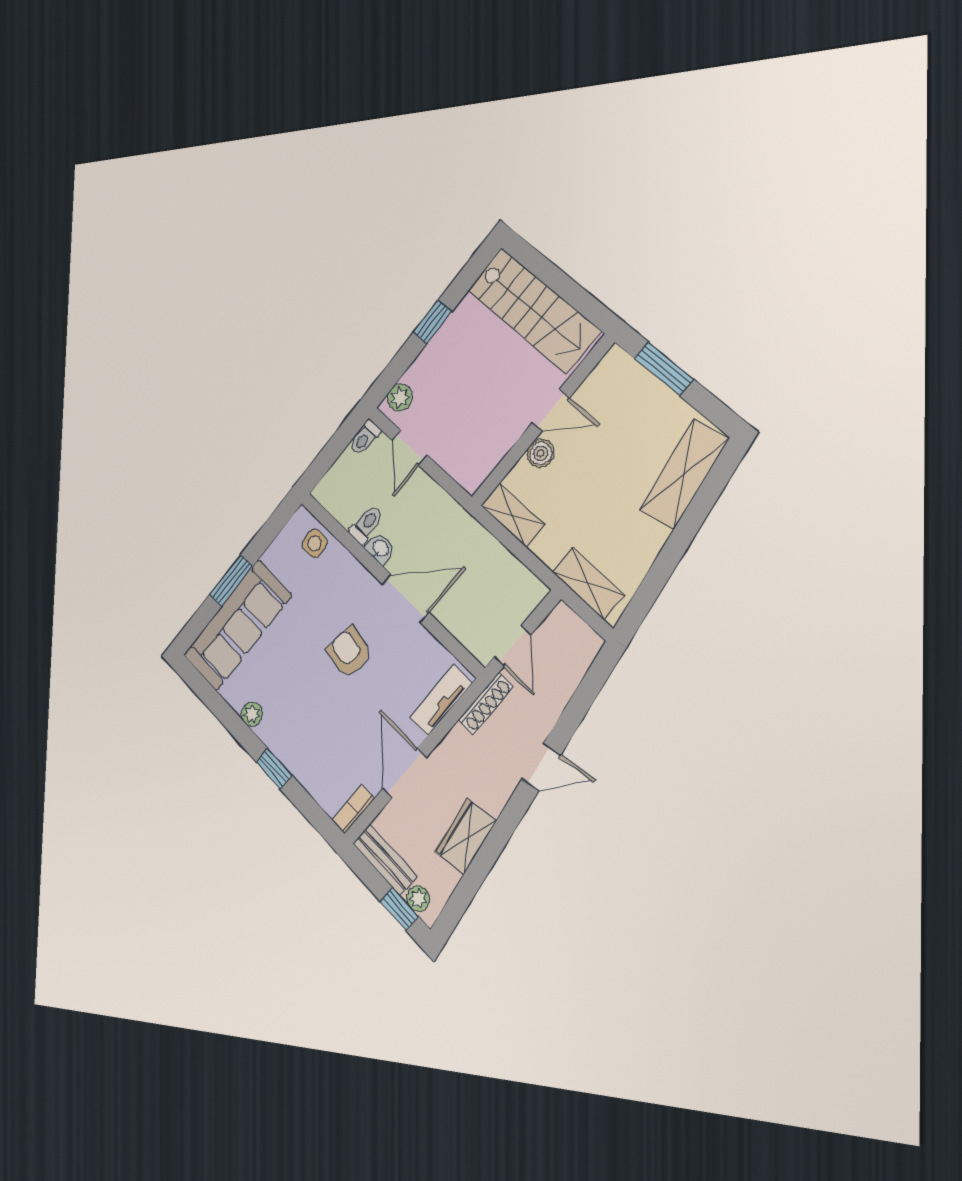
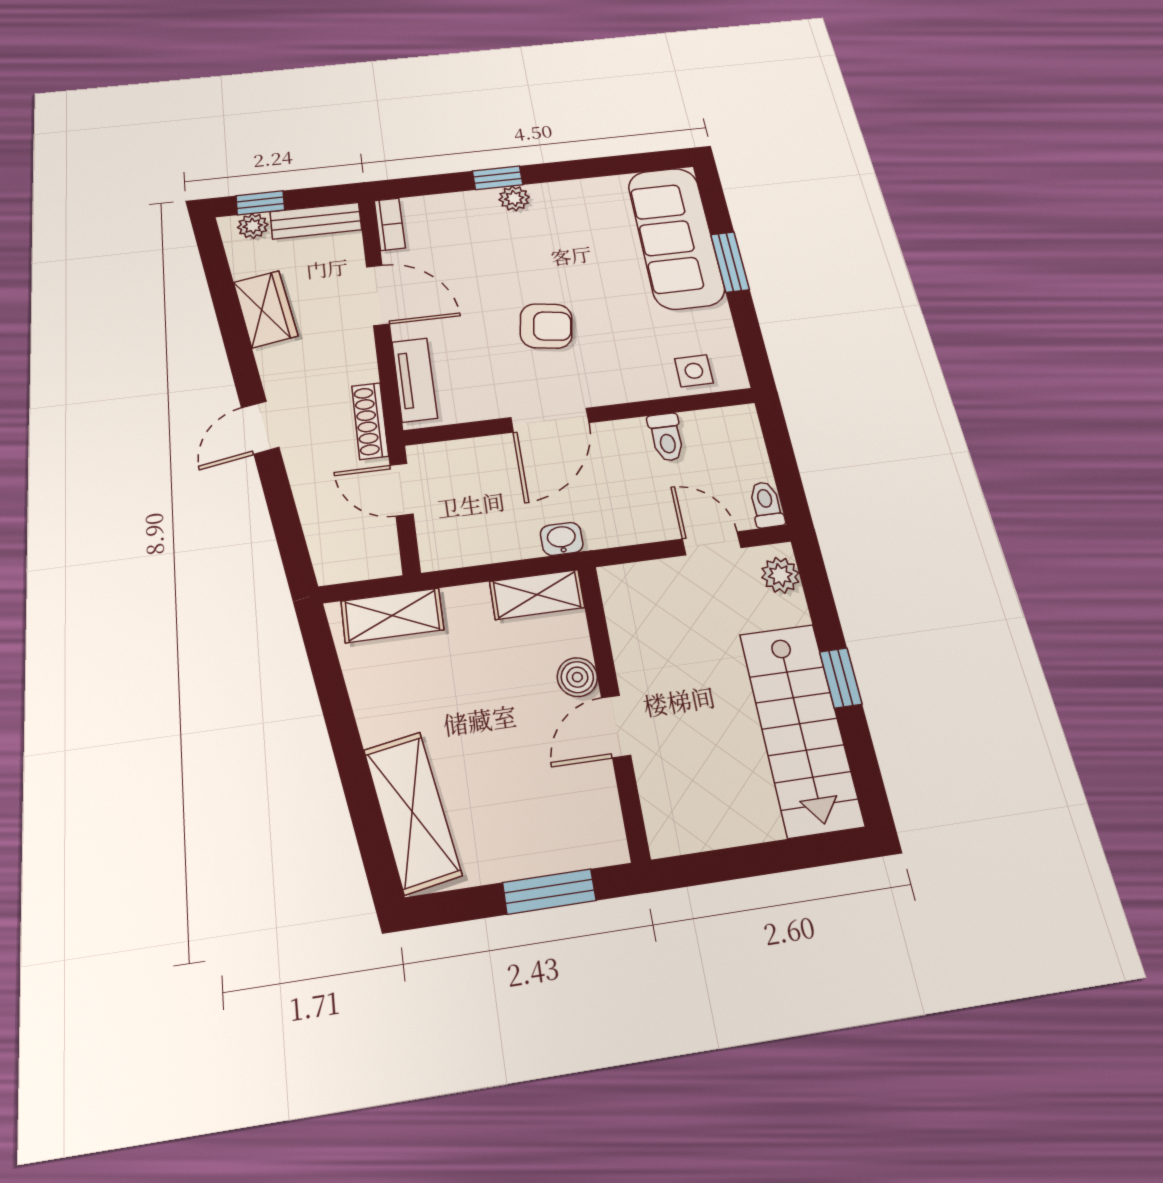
stairs: (533, 310) -> (801, 728), moved, turned -90
washbasin: (380, 549) -> (562, 539), moved, turned 180
plant: (252, 714) -> (514, 198), moved

